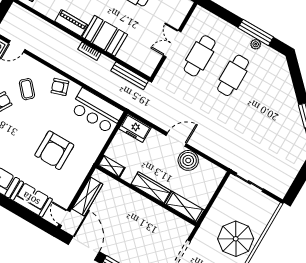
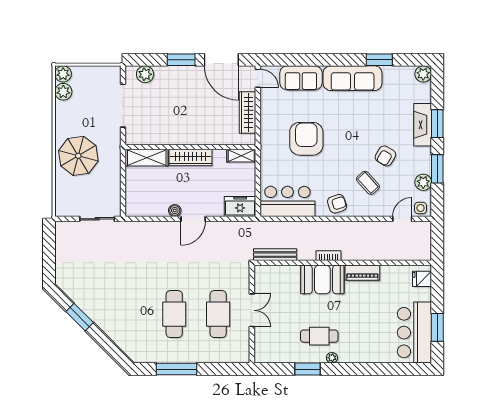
plant: (256, 44) -> (170, 357), removed
boiler: (188, 160) -> (175, 211), width x0.54, depth x0.54

